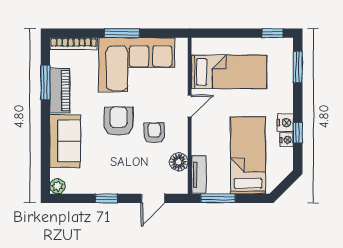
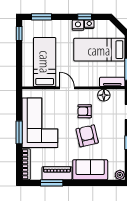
armchair: (119, 121) -> (87, 136), moved, turned 77

